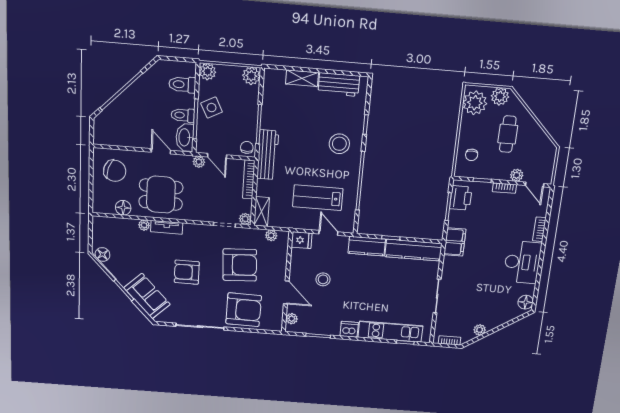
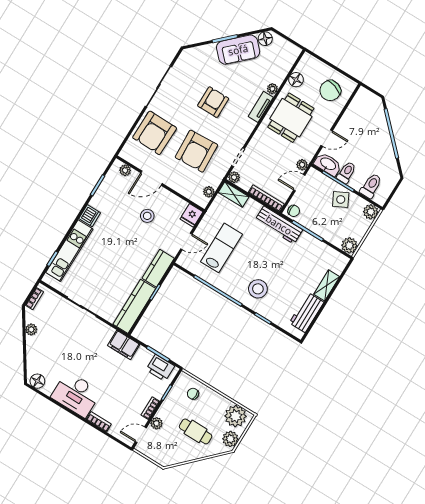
sofa: (147, 296) -> (238, 50), moved

